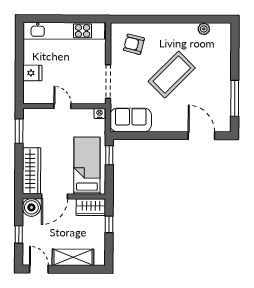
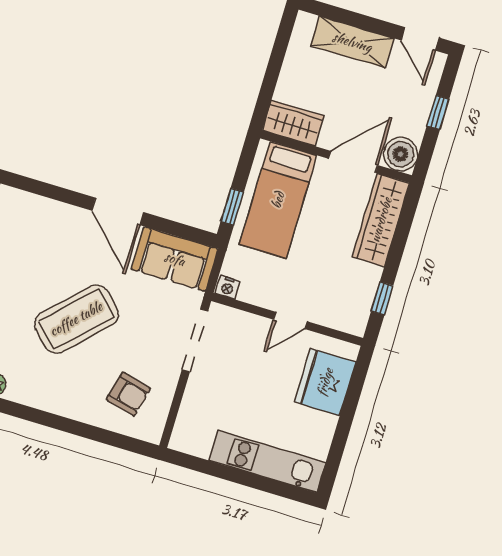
kitchen unit: (64, 31) -> (267, 462), width x0.73
fridge: (32, 73) -> (325, 382), width x1.88, depth x1.34
door: (62, 106) -> (290, 320), hinge flipped
window: (19, 131) -> (382, 298), width x0.67
door: (201, 136) -> (118, 211), moved
window: (109, 224) -> (270, 82), removed

